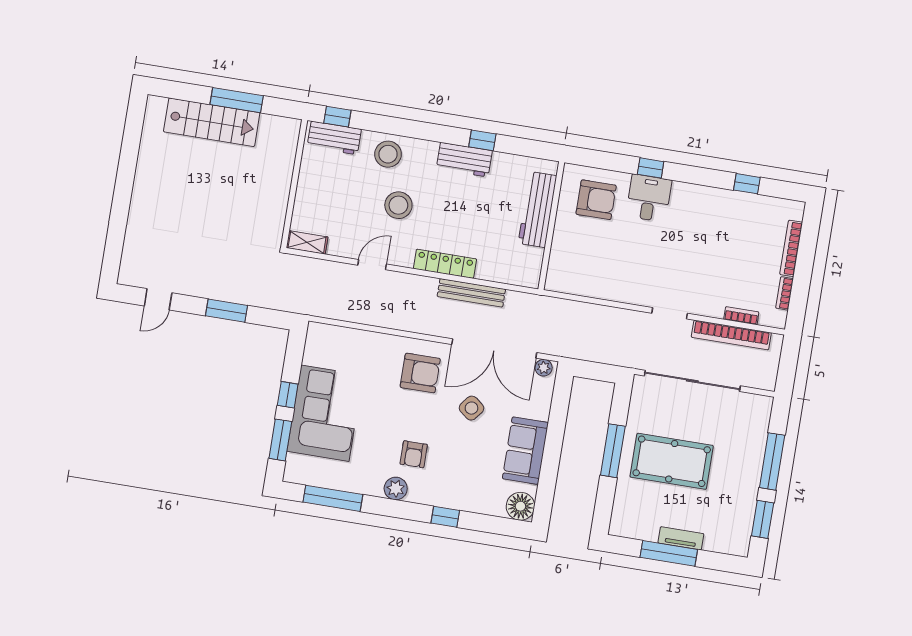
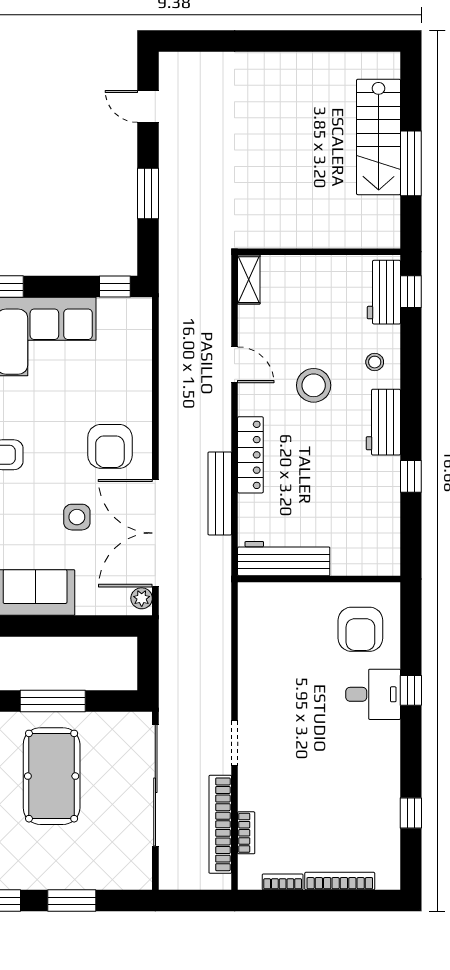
stool: (388, 154) -> (375, 362), width x0.53, depth x0.53
workbench: (464, 160) -> (383, 422), moved
workbench: (537, 210) -> (284, 559), moved
window: (288, 395) -> (115, 287), moved
side table: (471, 408) -> (77, 517), turned -38
window: (772, 461) -> (72, 901), width x0.69

